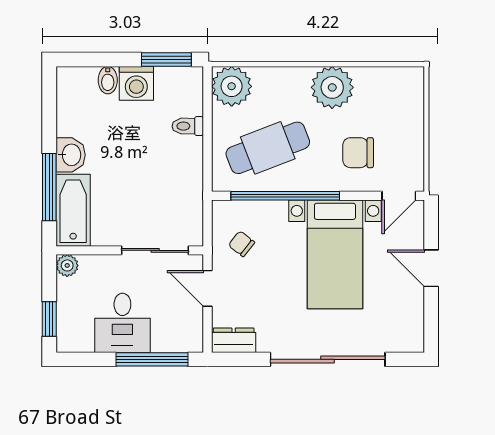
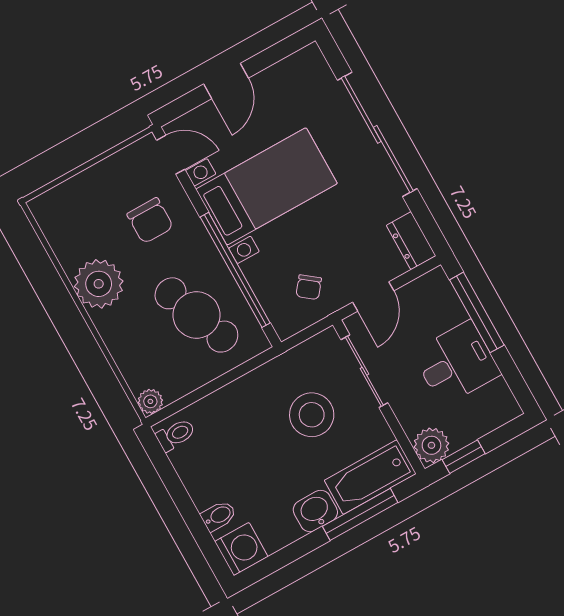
window: (166, 59) -> (164, 468), removed
washing machine: (136, 83) -> (241, 549), moved
plant: (232, 86) -> (150, 401), width x0.53, depth x0.53
toilet: (188, 126) -> (176, 435), moved, turned -90
stool: (144, 192) -> (312, 415), added
plant: (67, 265) -> (431, 445), width x1.38, depth x1.38
window: (49, 319) -> (464, 457), moved

